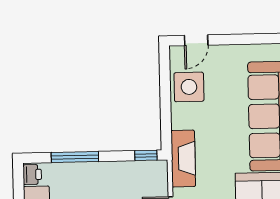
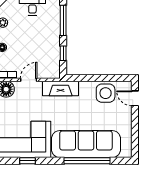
window: (146, 155) -> (63, 53), moved

